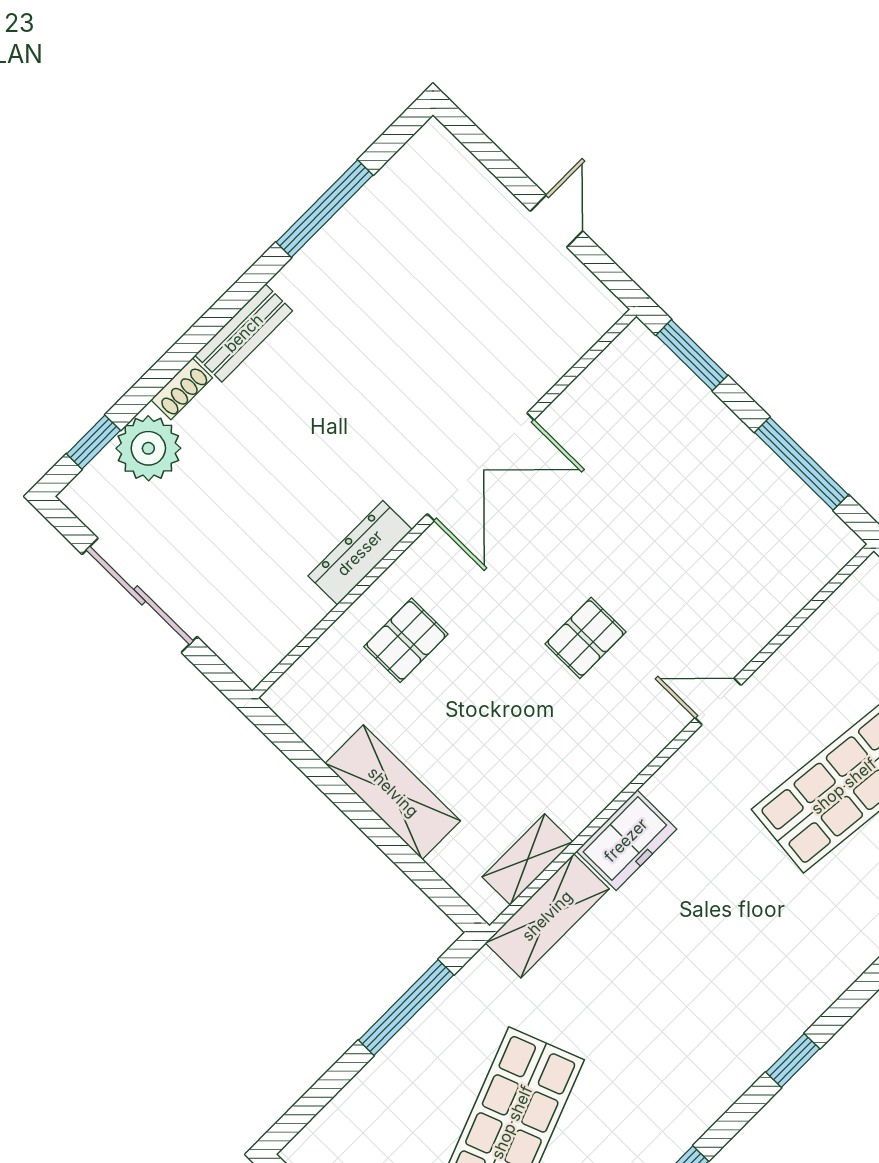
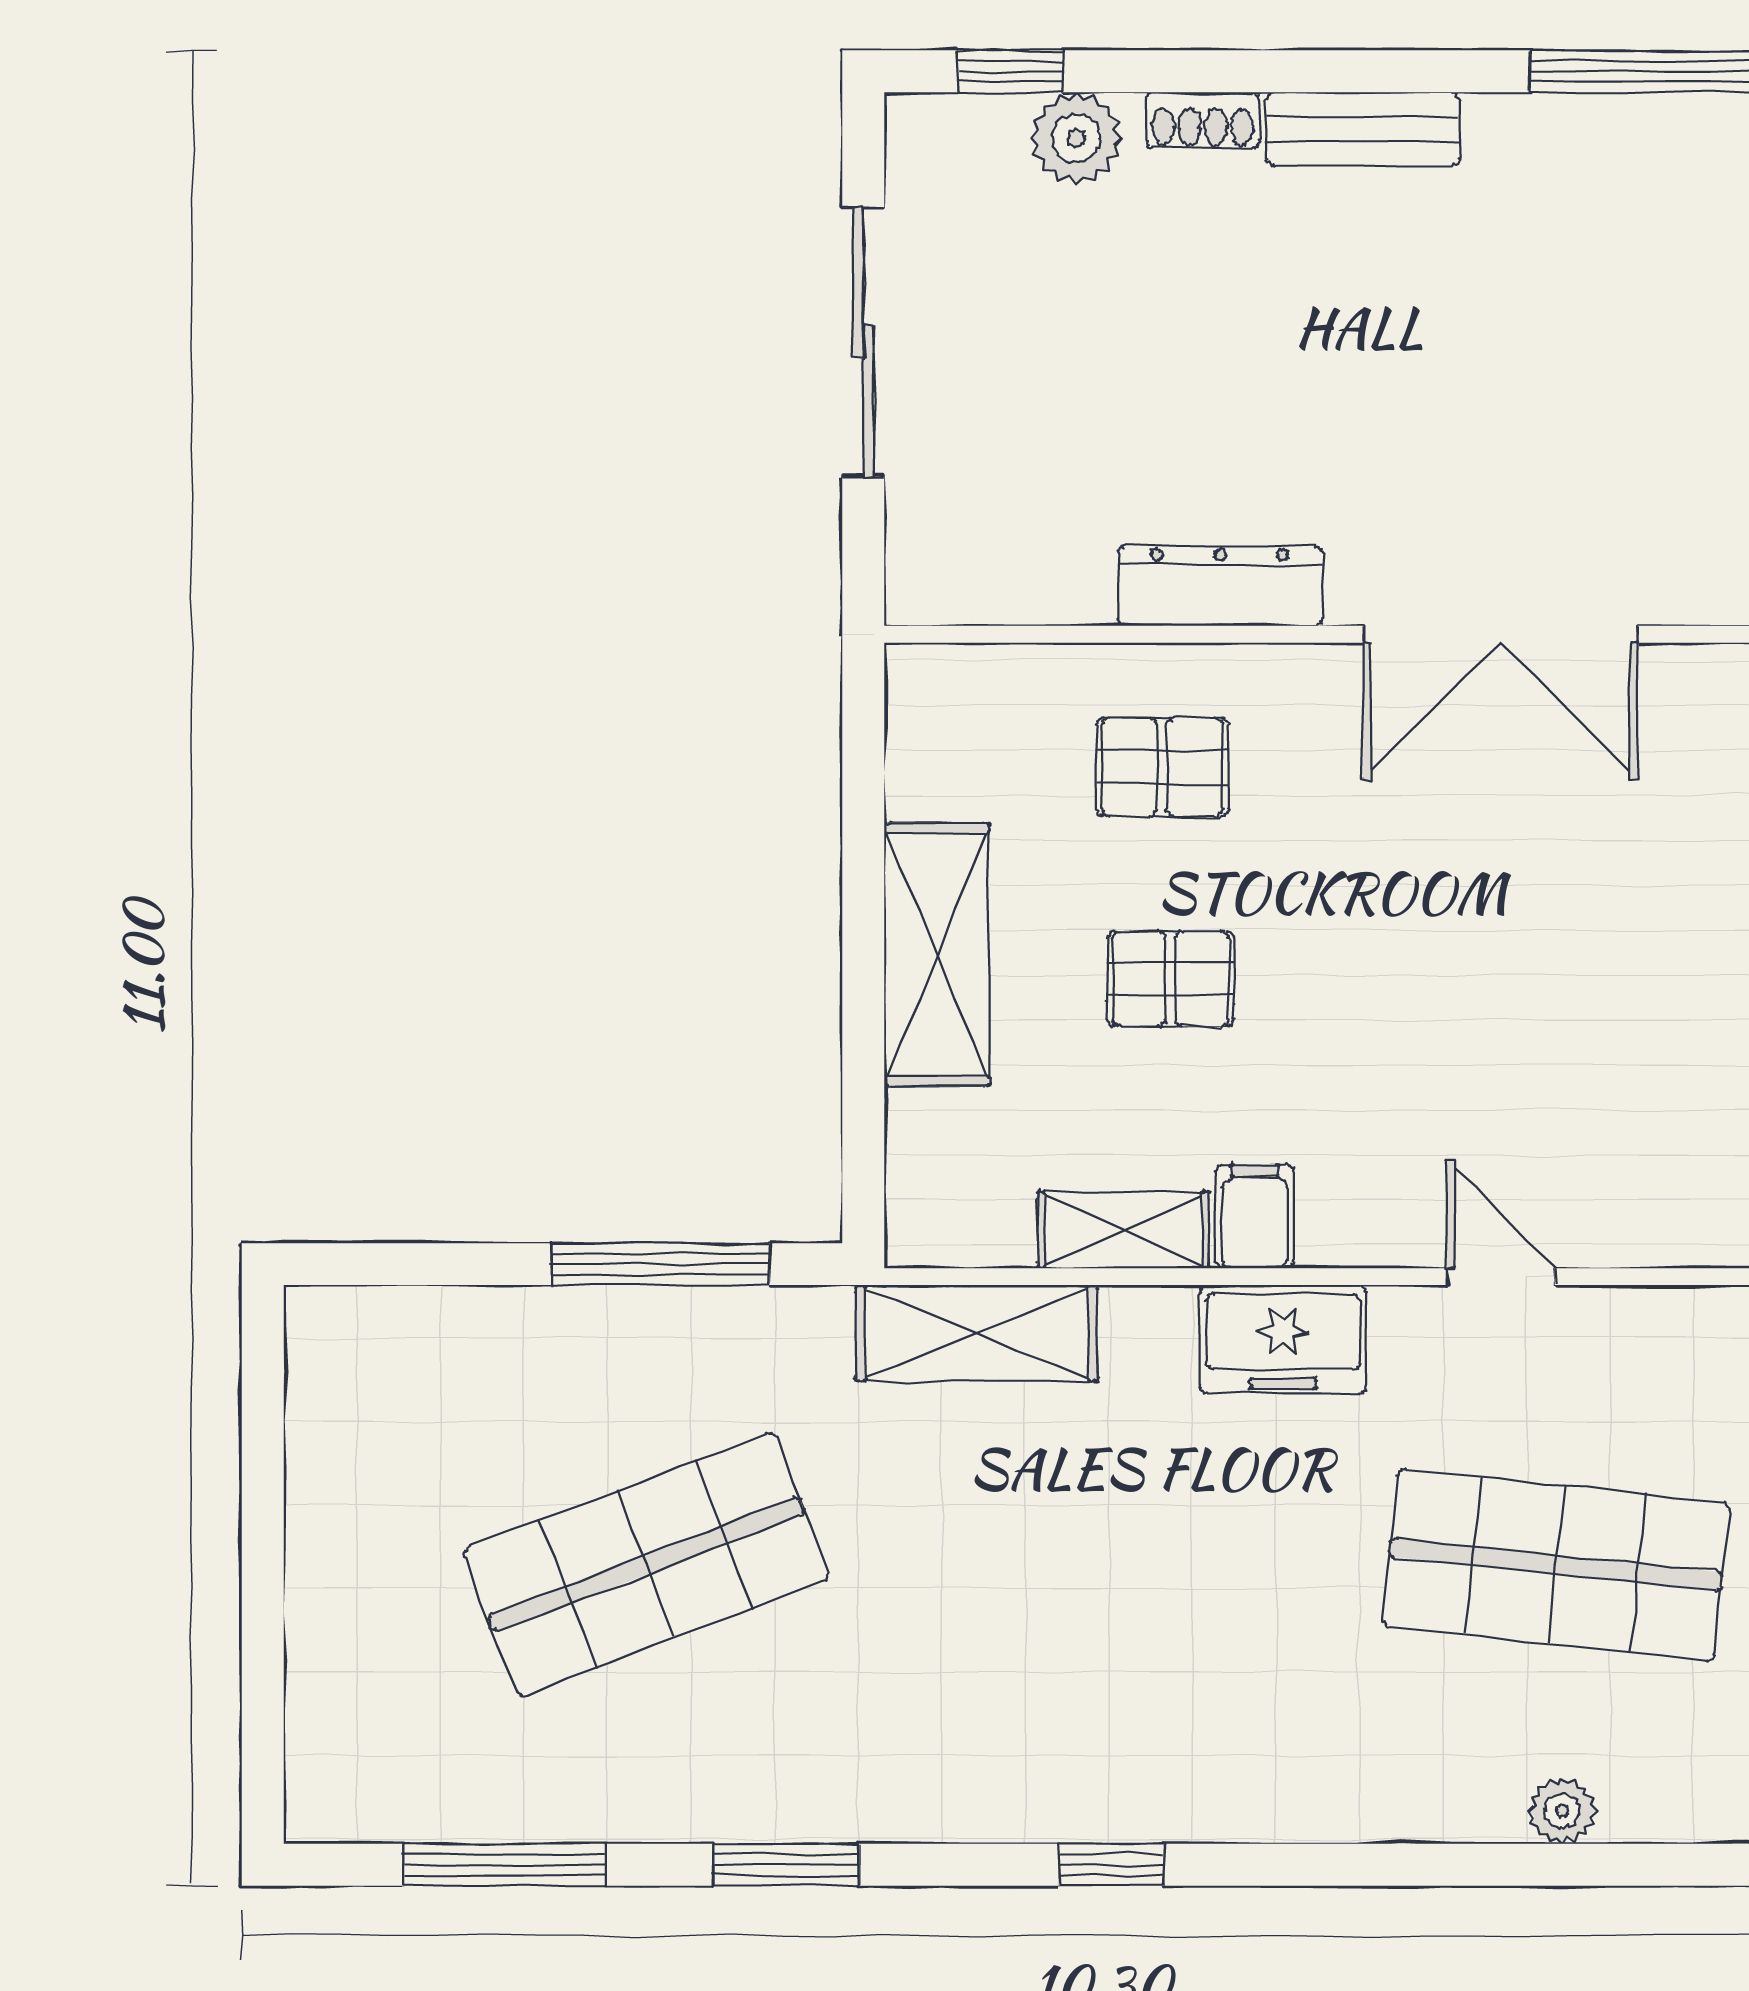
plant: (148, 448) -> (1076, 138), width x0.73, depth x0.73
pallet: (585, 638) -> (1171, 979), moved
filing cabinet: (606, 770) -> (1255, 1216), added
freezer: (626, 840) -> (1283, 1339), moved
shelving: (528, 859) -> (1123, 1230), moved

